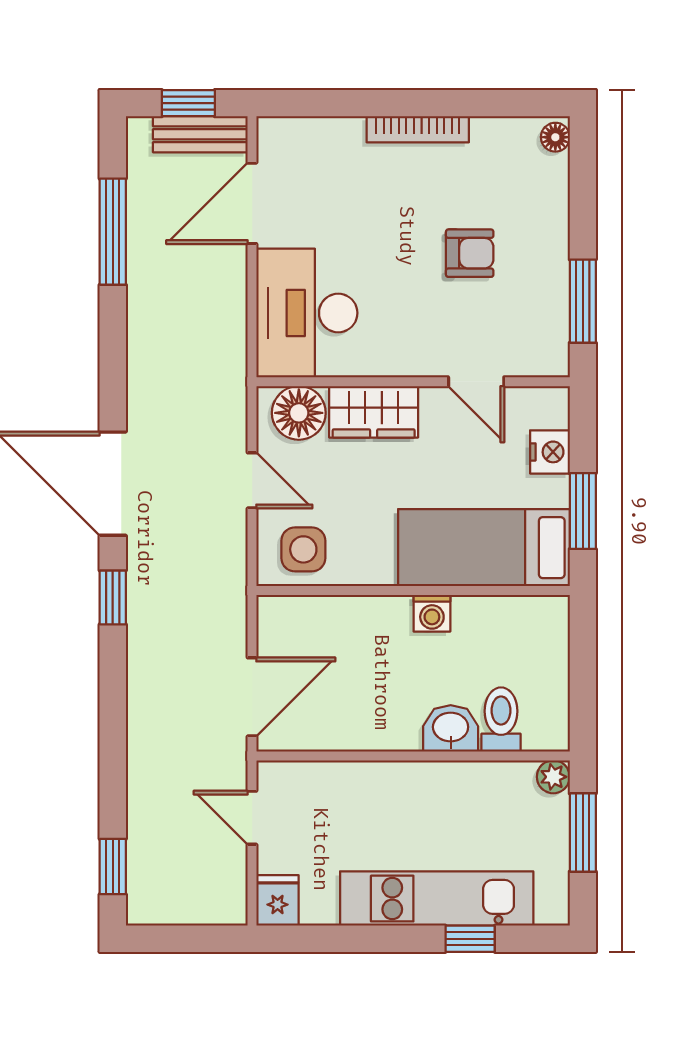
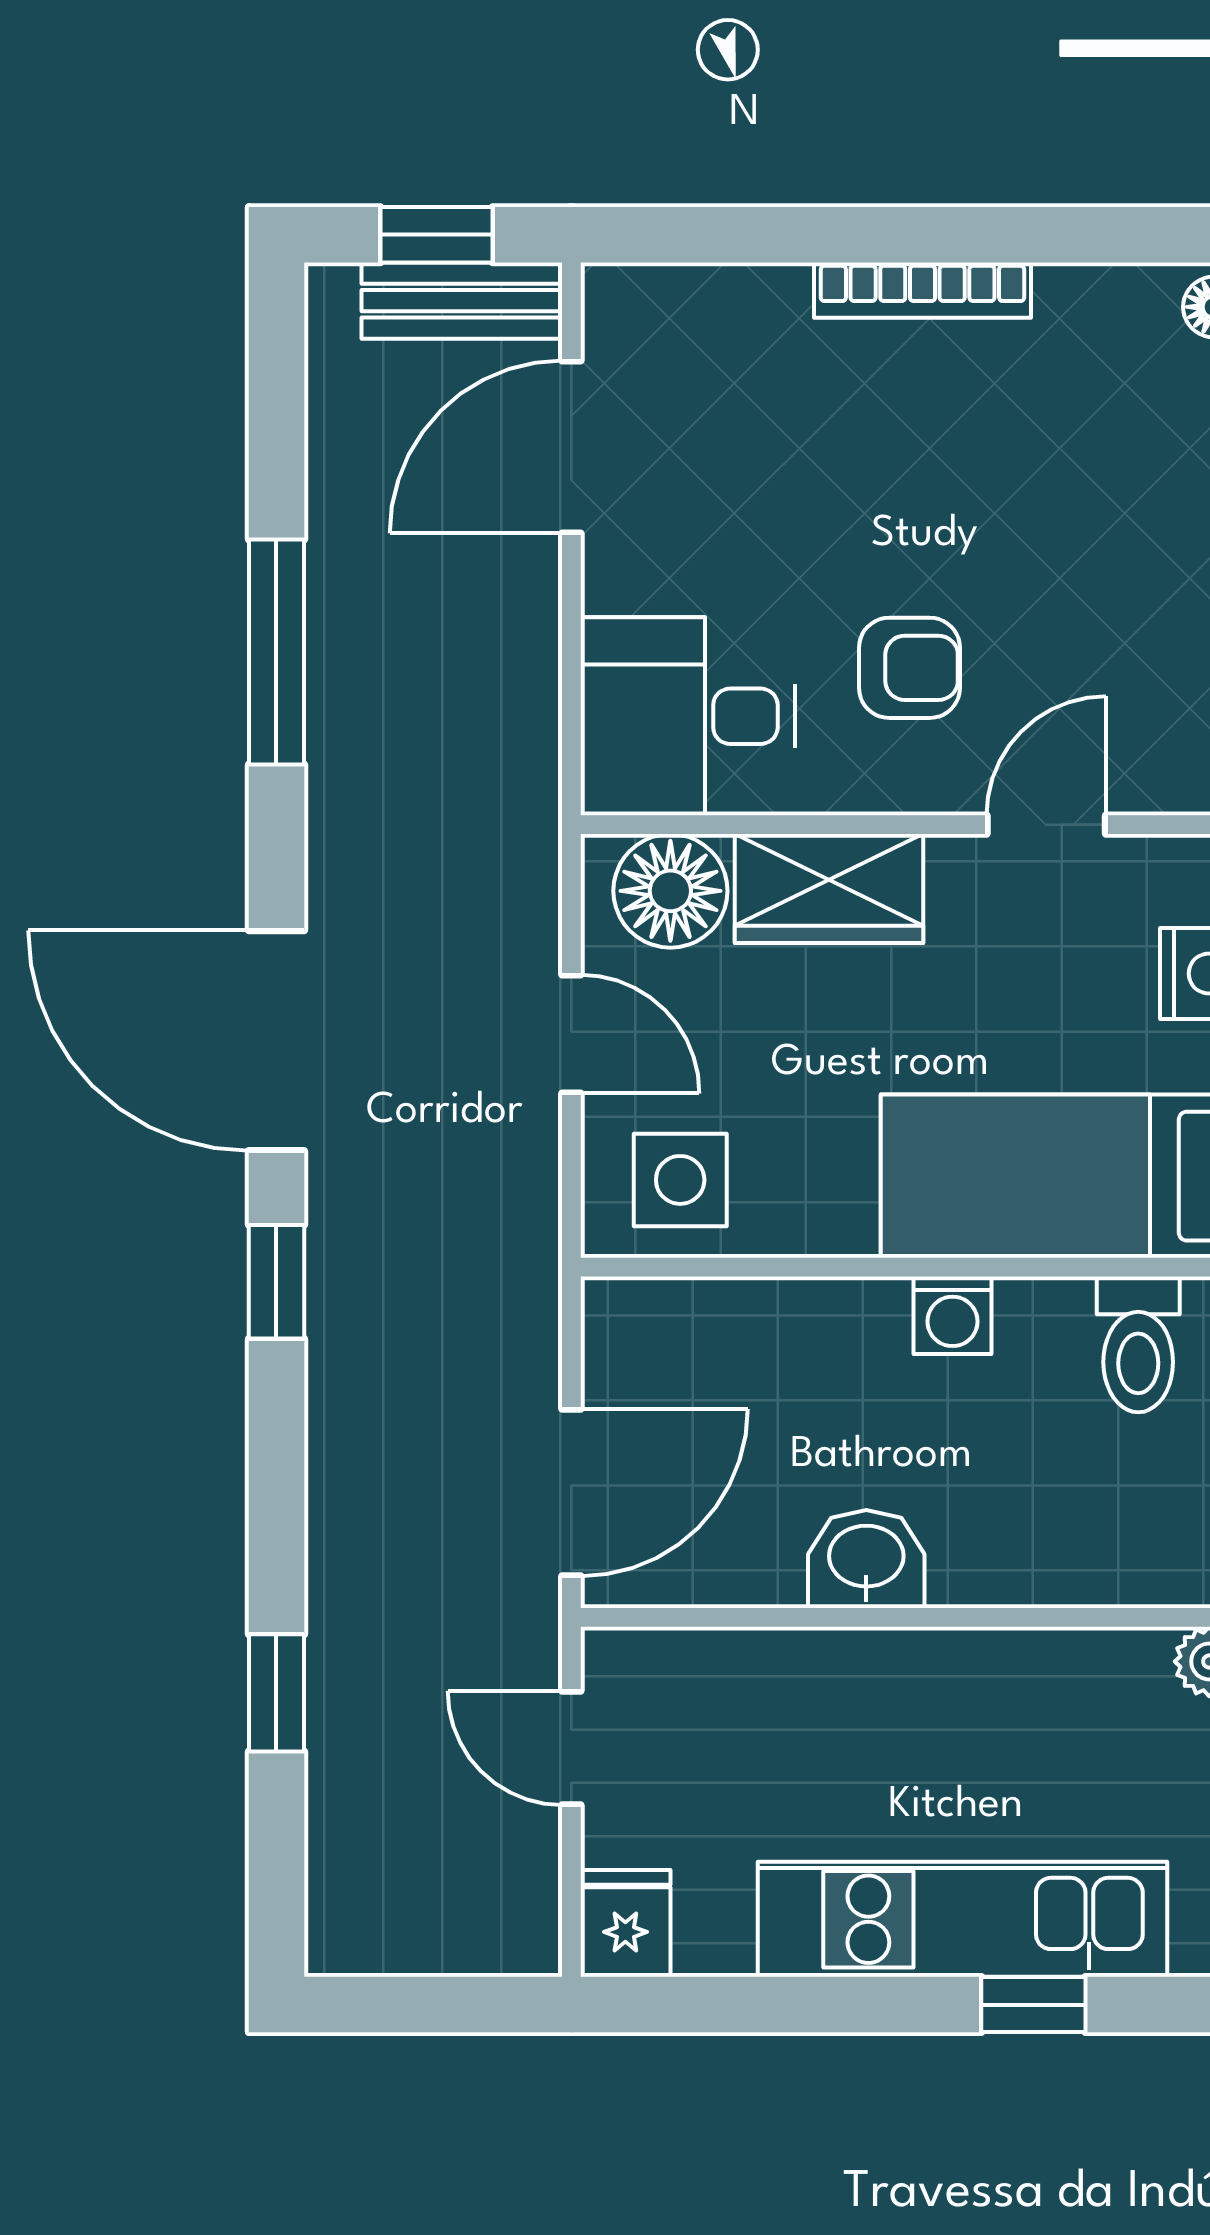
window: (113, 232) -> (276, 652), moved
armchair: (470, 253) -> (909, 668), moved
desk: (307, 313) -> (688, 716), width x0.73
door: (476, 382) -> (1046, 825), swing flipped
toilet: (501, 720) -> (1138, 1344), moved, turned 180
washbasin: (451, 728) -> (866, 1559), moved
window: (113, 867) -> (276, 1693), moved

